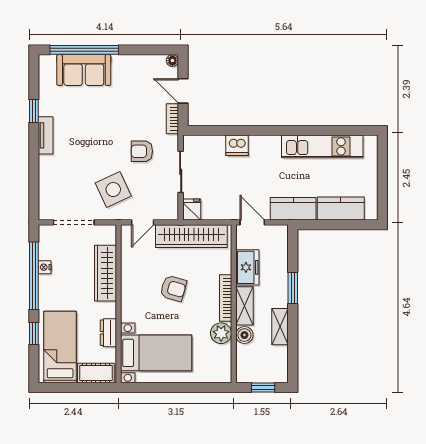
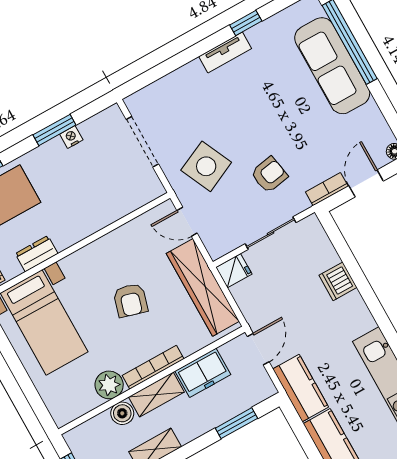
sofa: (84, 70) -> (332, 66), width x1.36
armchair: (142, 151) -> (269, 175), turned 80
wardrobe: (105, 273) -> (104, 212), removed
window: (34, 276) -> (54, 130), width x0.47
window: (293, 288) -> (236, 423), moved

